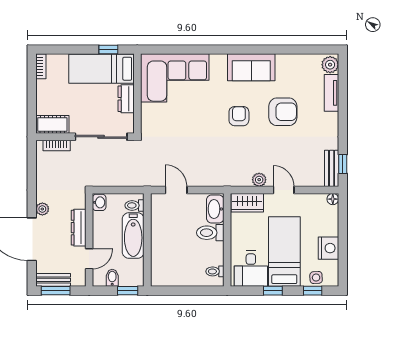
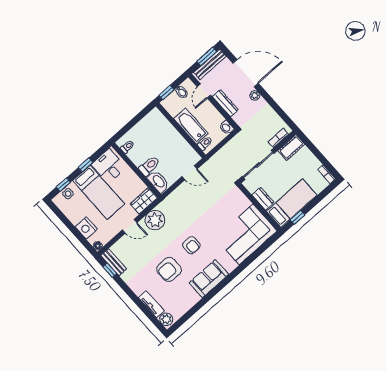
plant: (259, 180) -> (155, 220), width x1.88, depth x1.88
nightstand: (328, 248) -> (86, 228), moved
bench: (53, 280) -> (210, 64), width x1.36

